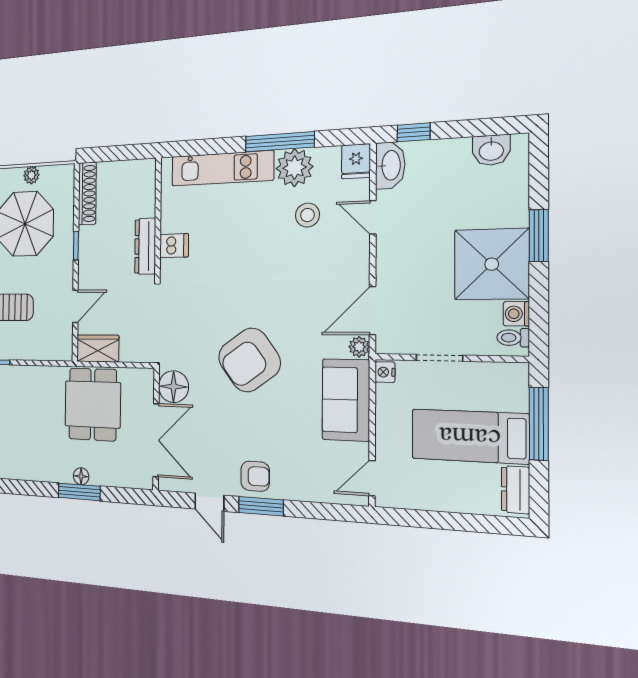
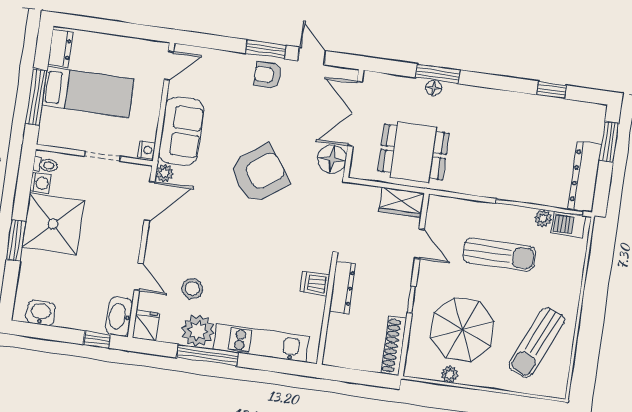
door: (75, 306) -> (419, 244), swing flipped
dining table: (93, 404) -> (413, 152), turned 90

